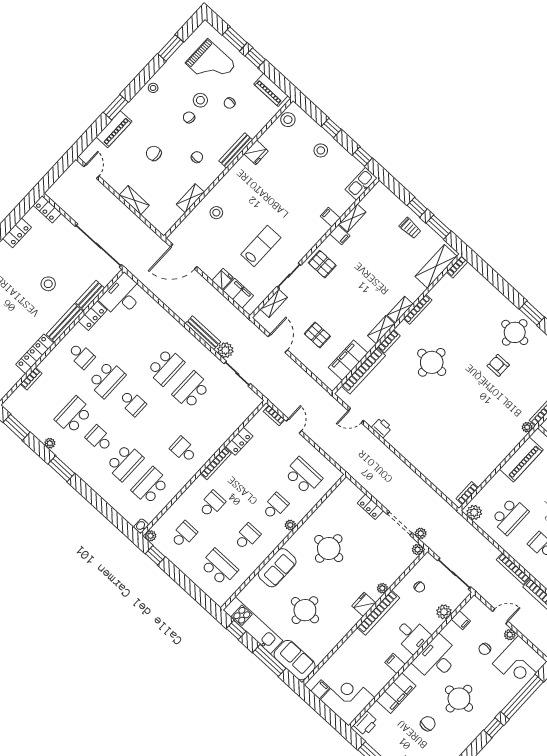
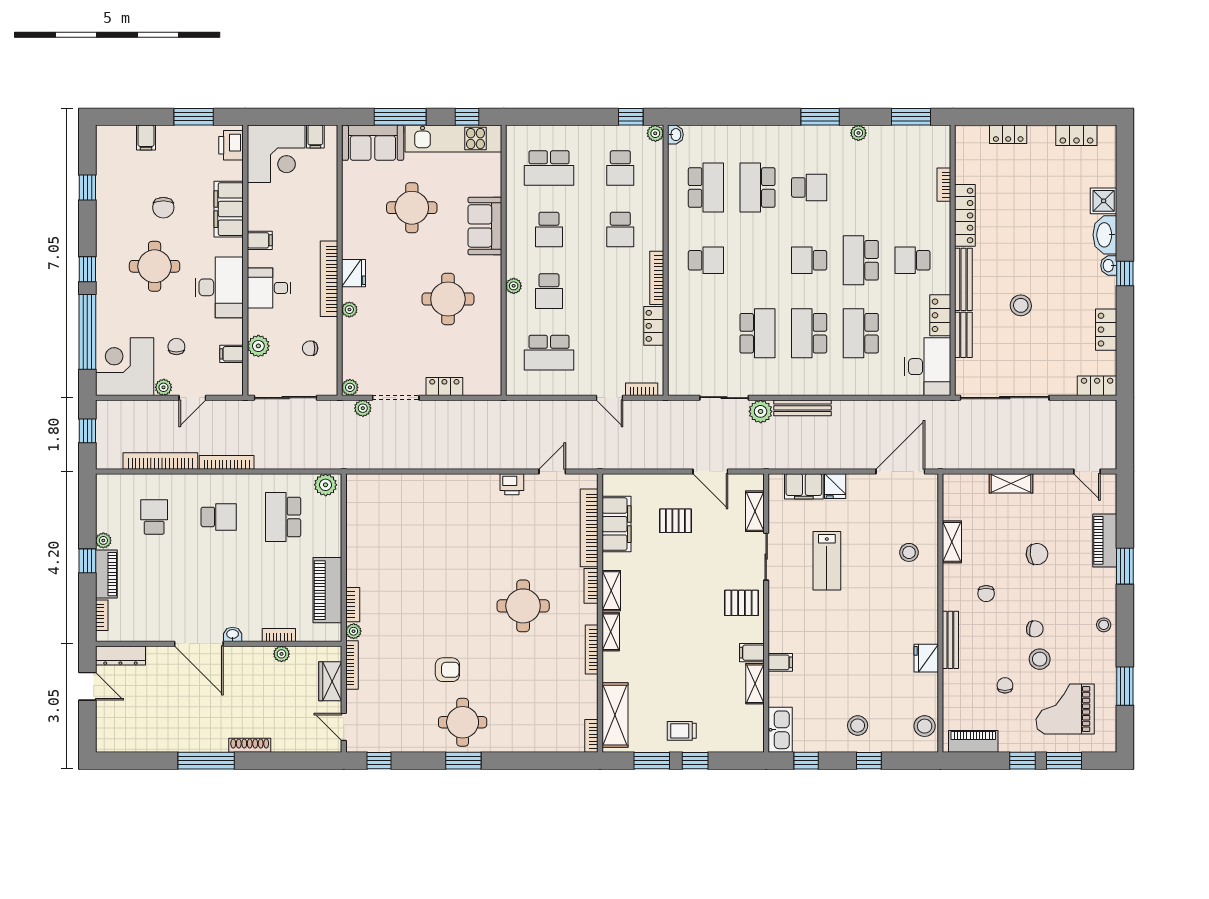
school desk: (74, 415) -> (861, 333), moved, turned 180
bookcase: (467, 493) -> (353, 605), moved

